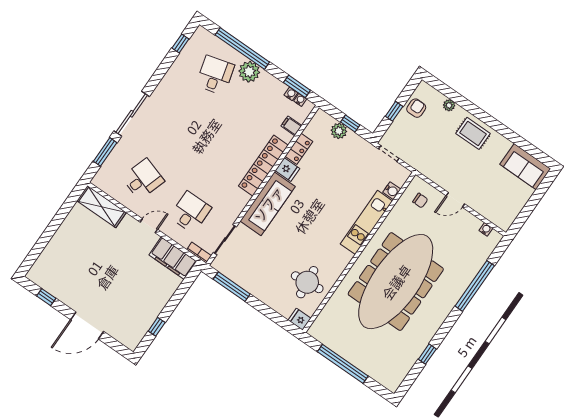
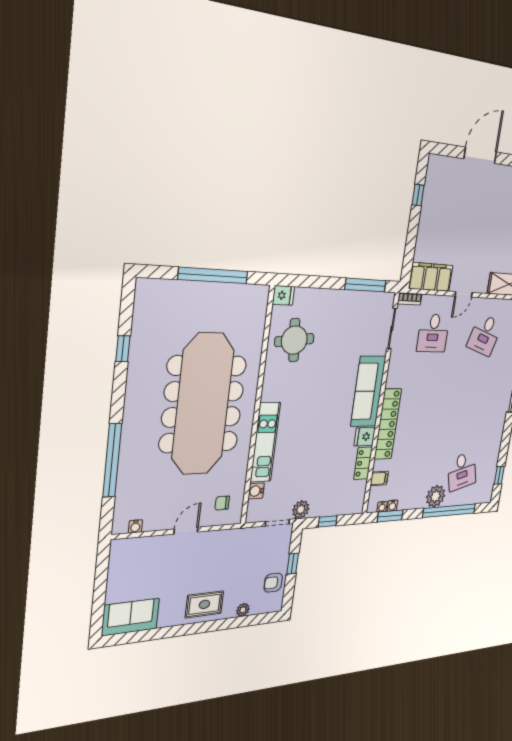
armchair: (416, 108) -> (273, 583), turned 90
plant: (339, 131) -> (301, 510), moved

